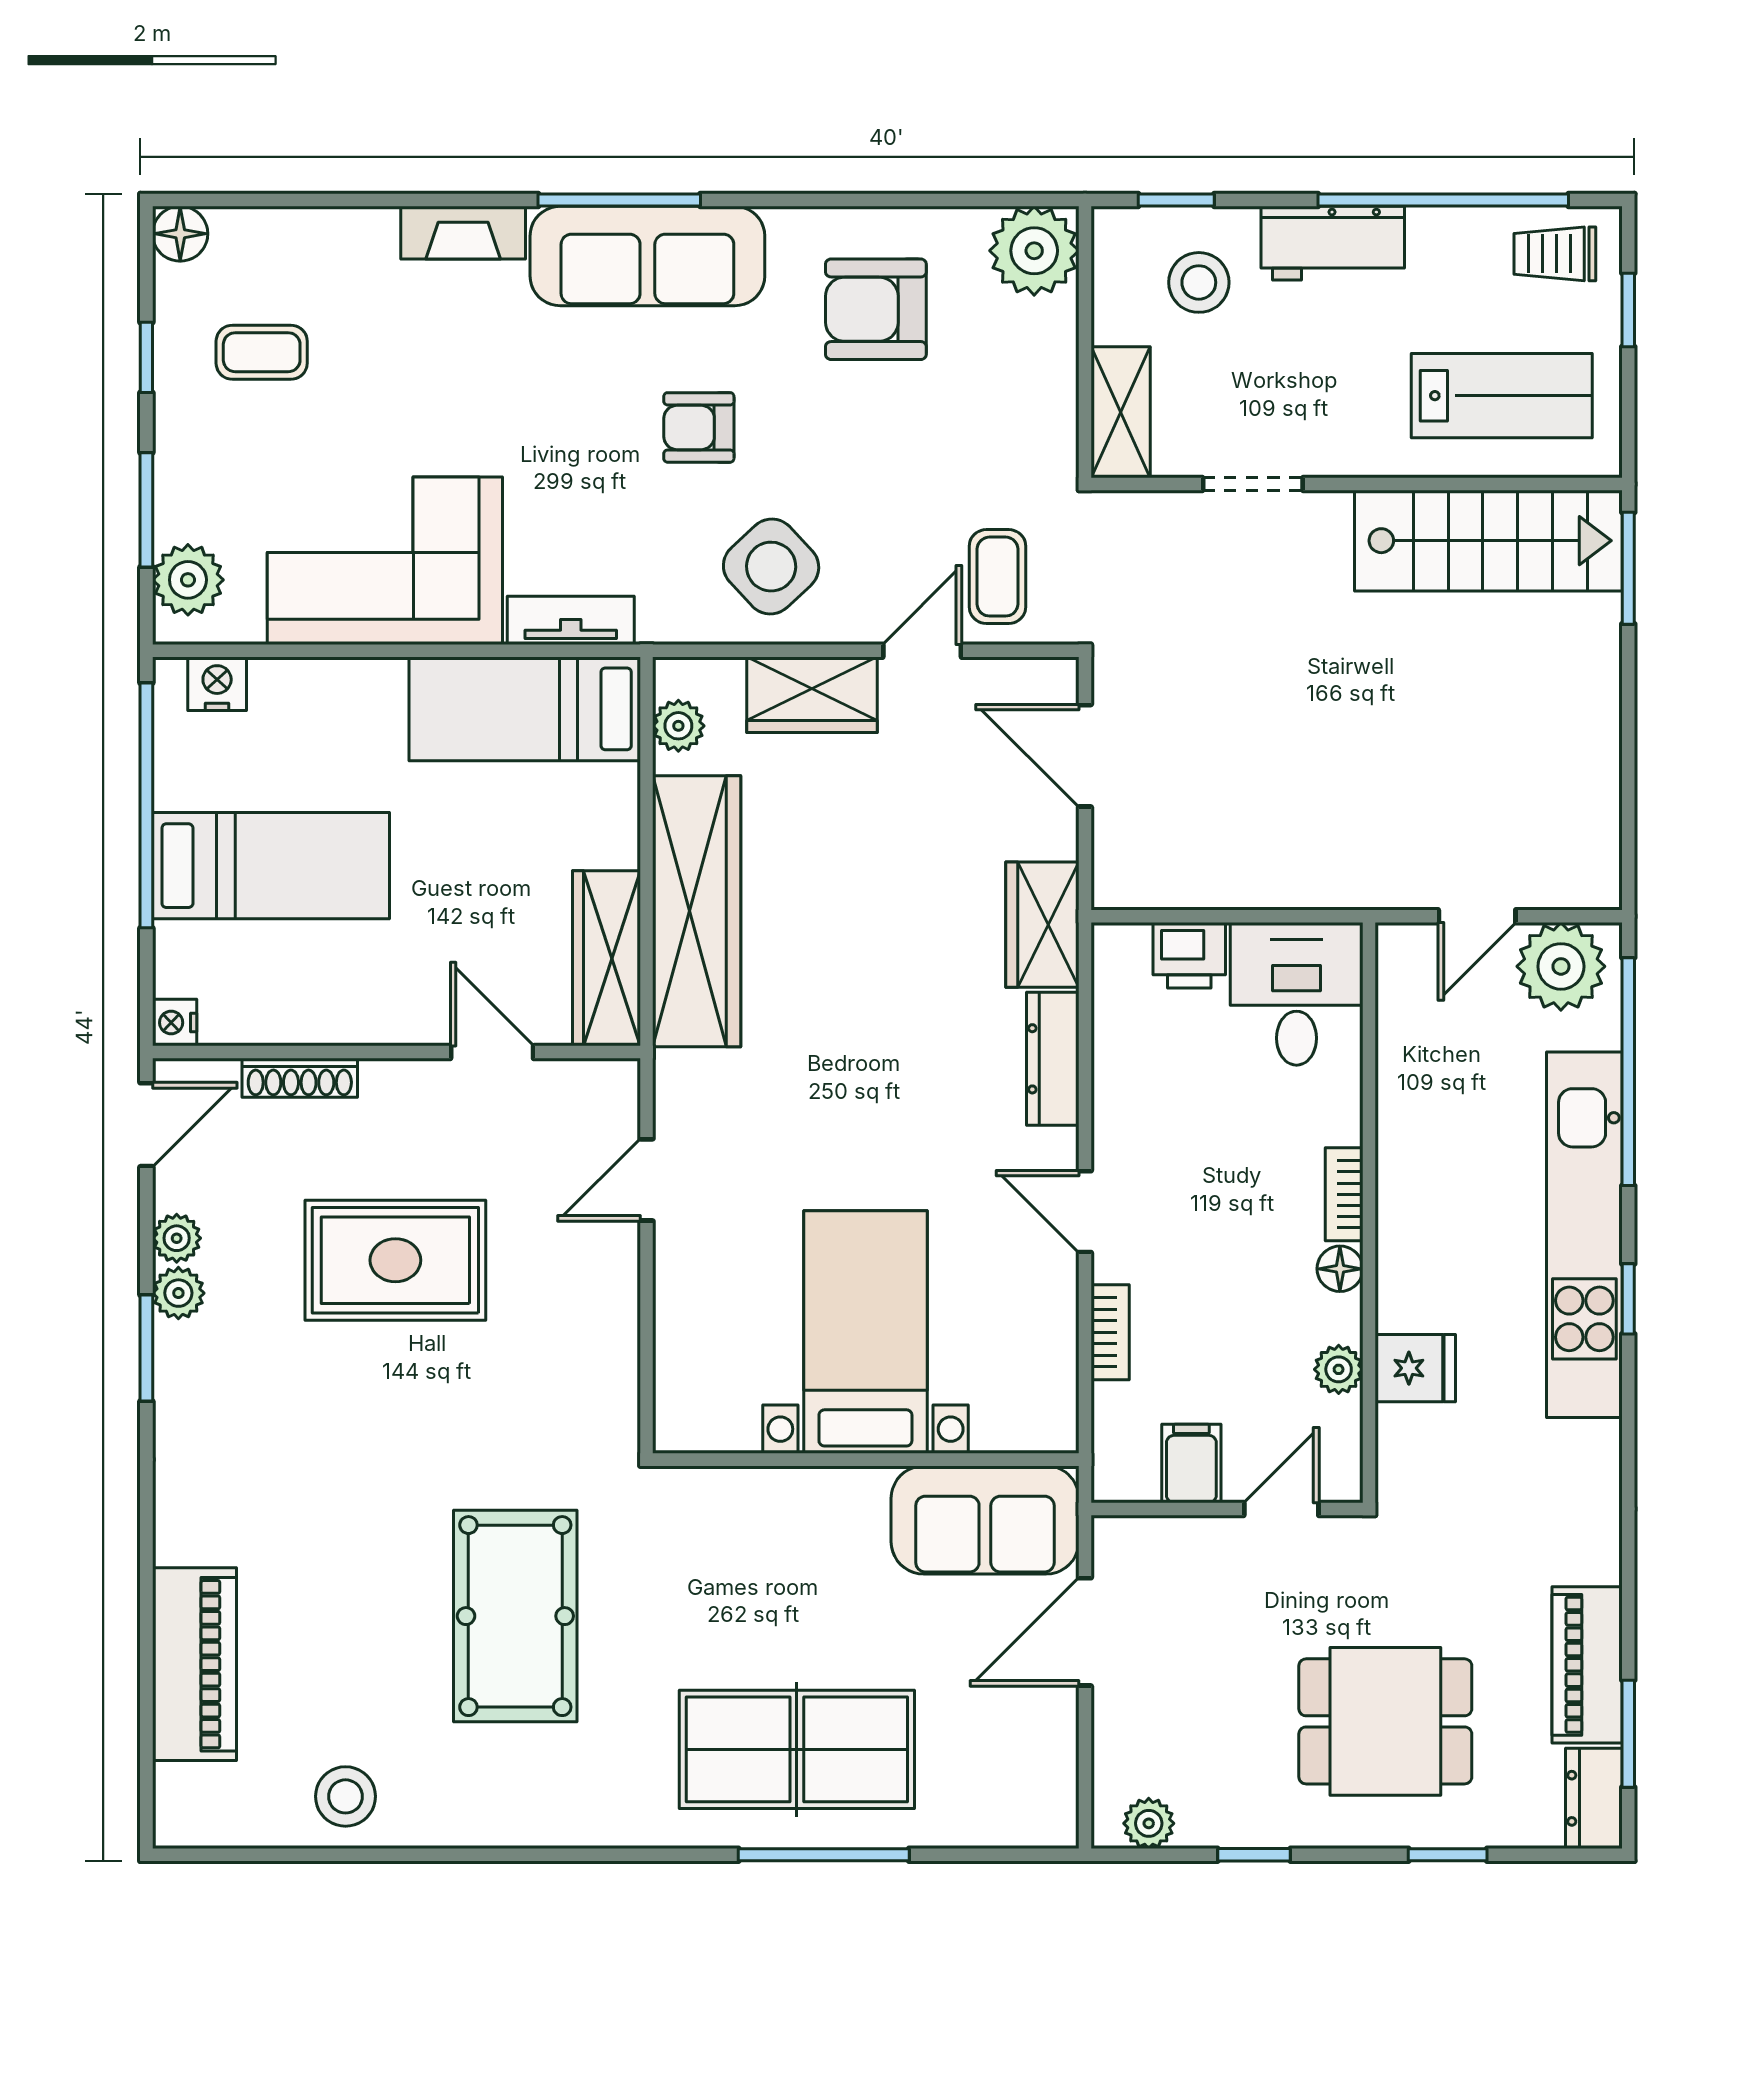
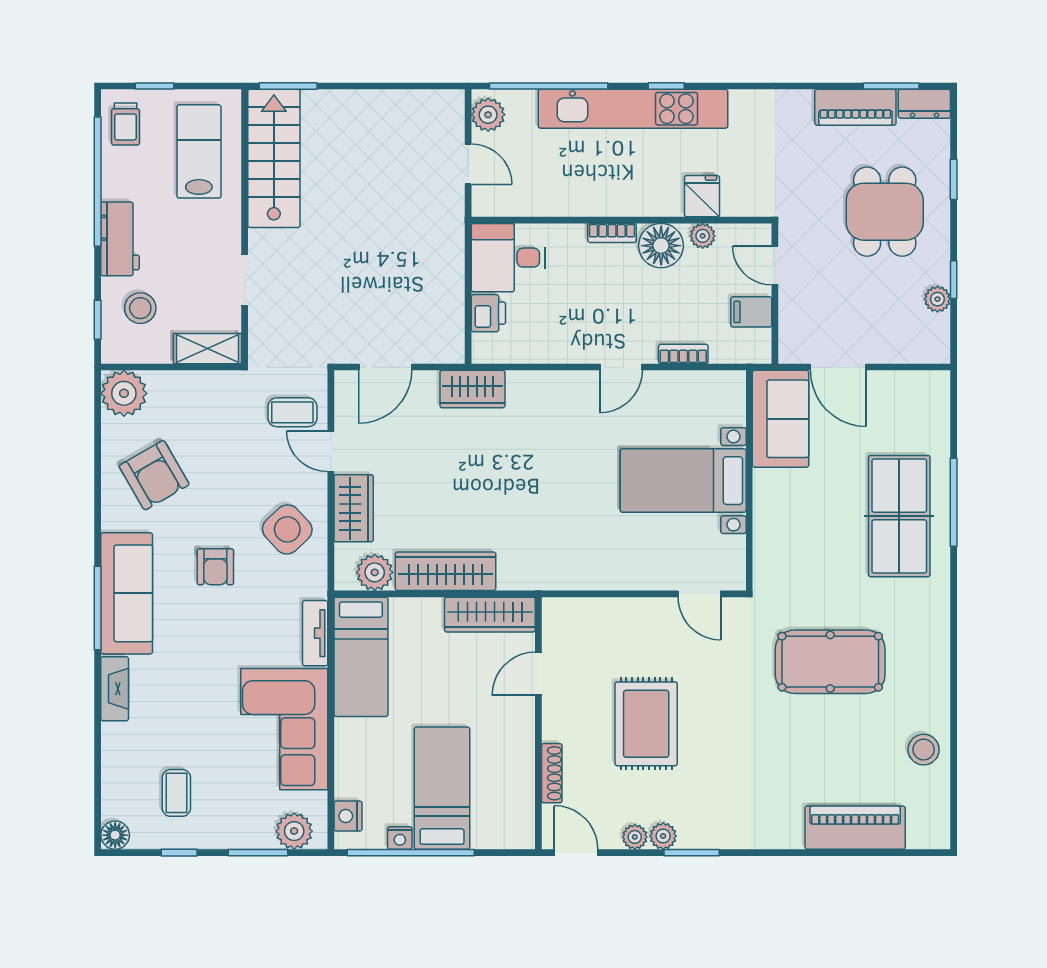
armchair: (876, 309) -> (154, 475), turned -30
plant: (678, 726) -> (375, 572), width x1.38, depth x1.38
wardrobe: (697, 911) -> (446, 571), width x0.71, depth x0.85
plant: (1561, 966) -> (488, 115), width x0.73, depth x0.73
nightstand: (175, 1023) -> (400, 838), moved
dresser: (1053, 1059) -> (542, 384), removed
door: (647, 1180) -> (699, 594), moved
floor lamp: (1340, 1269) -> (661, 246), width x1.89, depth x1.89
plant: (1149, 1823) -> (937, 299), moved

